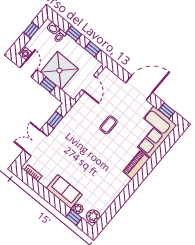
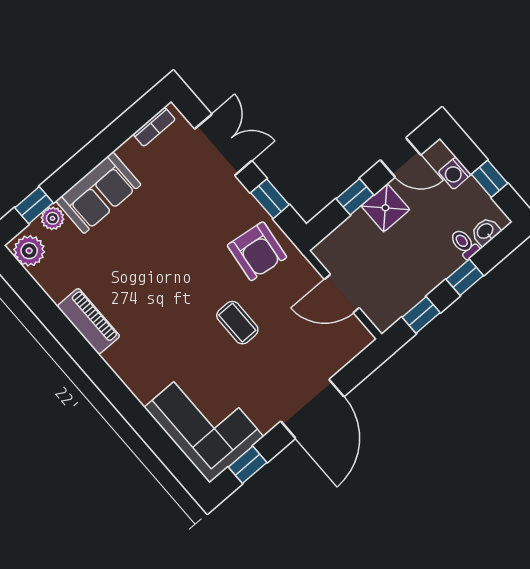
washing machine: (25, 53) -> (455, 173), moved
shower: (59, 71) -> (385, 208), width x0.54, depth x0.54
armchair: (77, 122) -> (257, 251), added
piano: (136, 165) -> (89, 321), moved

